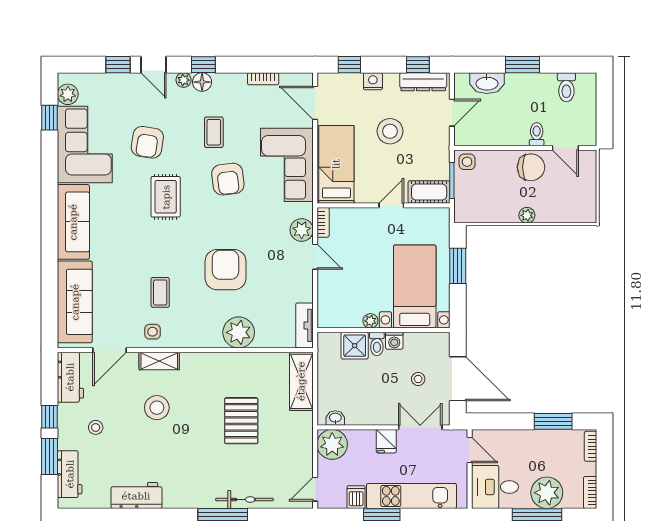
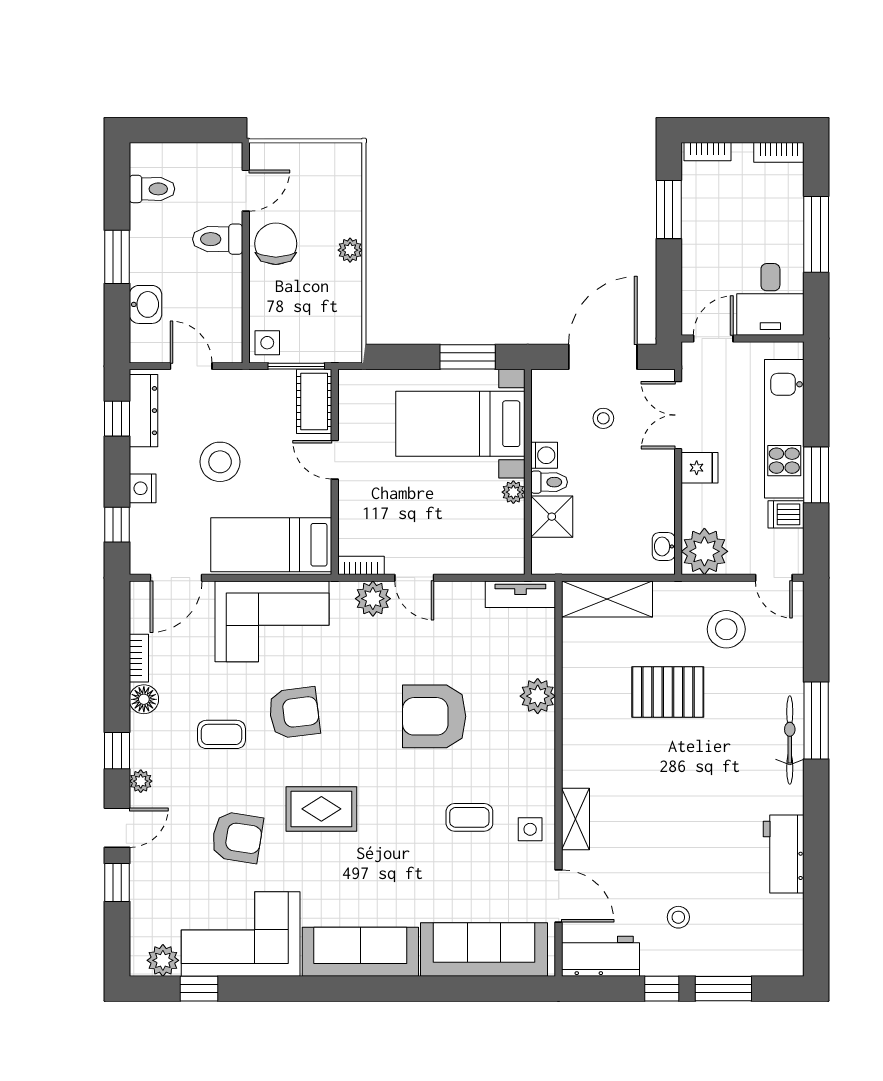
floor lamp: (202, 82) -> (144, 699), moved
washbasin: (487, 83) -> (145, 304), width x0.72
toilet: (537, 134) -> (218, 239), width x1.37, depth x1.39
door: (315, 257) -> (414, 578), swing flipped
window: (458, 266) -> (468, 357), moved
plant: (239, 332) -> (538, 696), width x0.73, depth x0.73
stool: (157, 408) -> (726, 629), moved
workbench: (70, 474) -> (751, 958), removed
plant: (547, 493) -> (779, 219), removed
bicycle: (244, 499) -> (790, 740), moved

